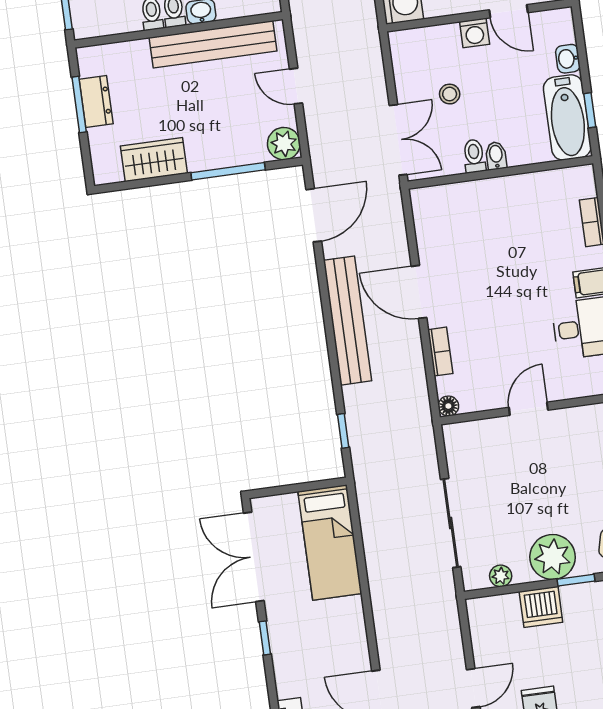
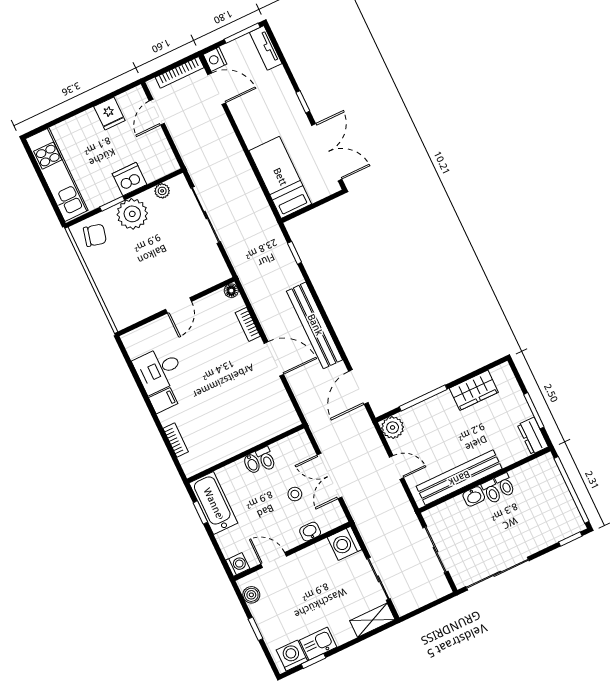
washing machine: (475, 33) -> (238, 564), moved, turned 90
washbasin: (568, 59) -> (310, 532), moved, turned -90
dresser: (96, 102) -> (533, 436), moved
double door: (398, 140) -> (329, 476), moved

